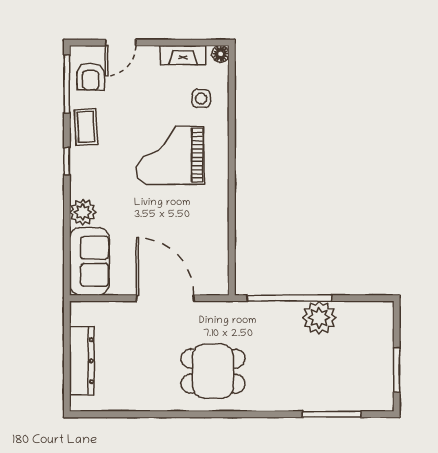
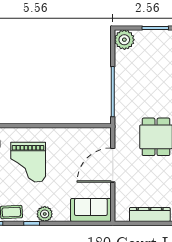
plant: (83, 212) -> (45, 214), moved
plant: (319, 318) -> (124, 40), moved

